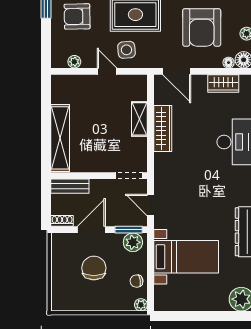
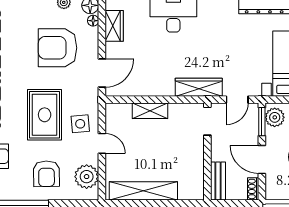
armchair: (202, 27) -> (58, 48), turned 180
plant: (74, 62) -> (87, 177), width x1.88, depth x1.88
door: (107, 71) -> (102, 143), swing flipped
wardrobe: (163, 128) -> (199, 87), moved
shelving: (60, 138) -> (143, 191), moved

